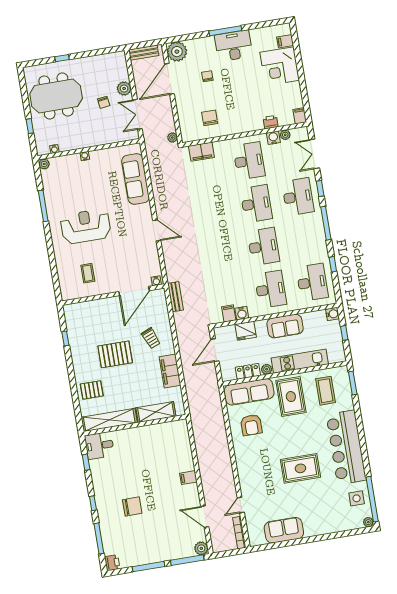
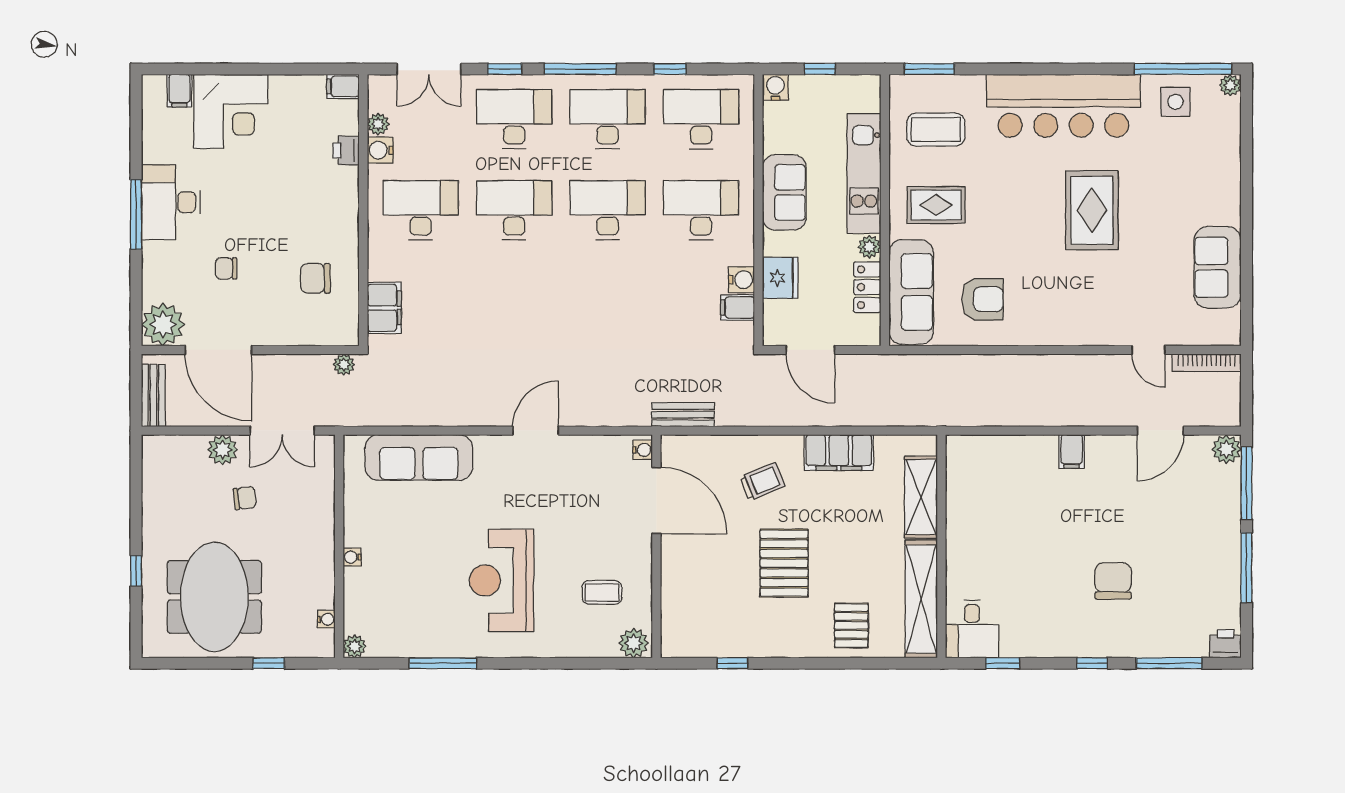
desk: (305, 240) -> (608, 119), added
plant: (67, 292) -> (634, 643), added
rug: (291, 397) -> (936, 205), width x0.73, depth x0.70

